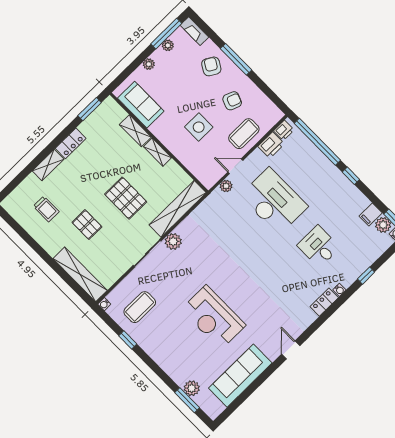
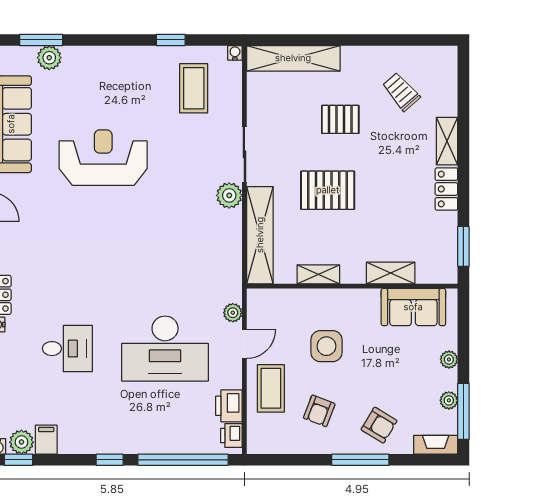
shelving: (158, 152) -> (318, 274), moved
trolley: (46, 209) -> (401, 92), turned 49

